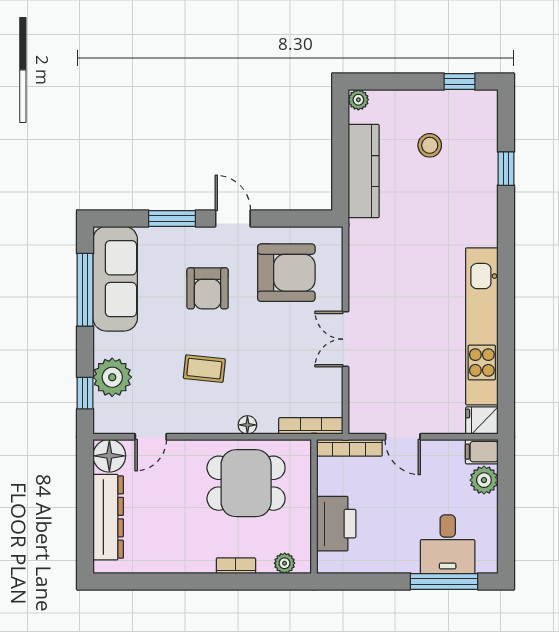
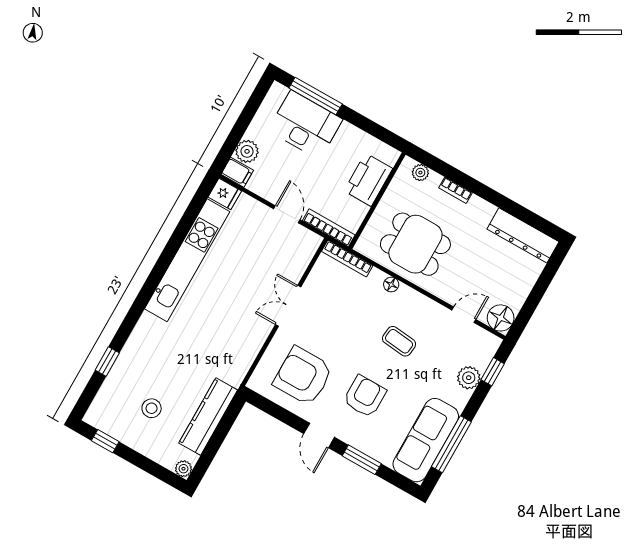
double door: (345, 339) -> (288, 306), swing flipped
plant: (112, 377) -> (469, 378), width x0.73, depth x0.73
dresser: (108, 517) -> (523, 235), moved, turned -90
desk: (448, 544) -> (305, 125), width x1.37

